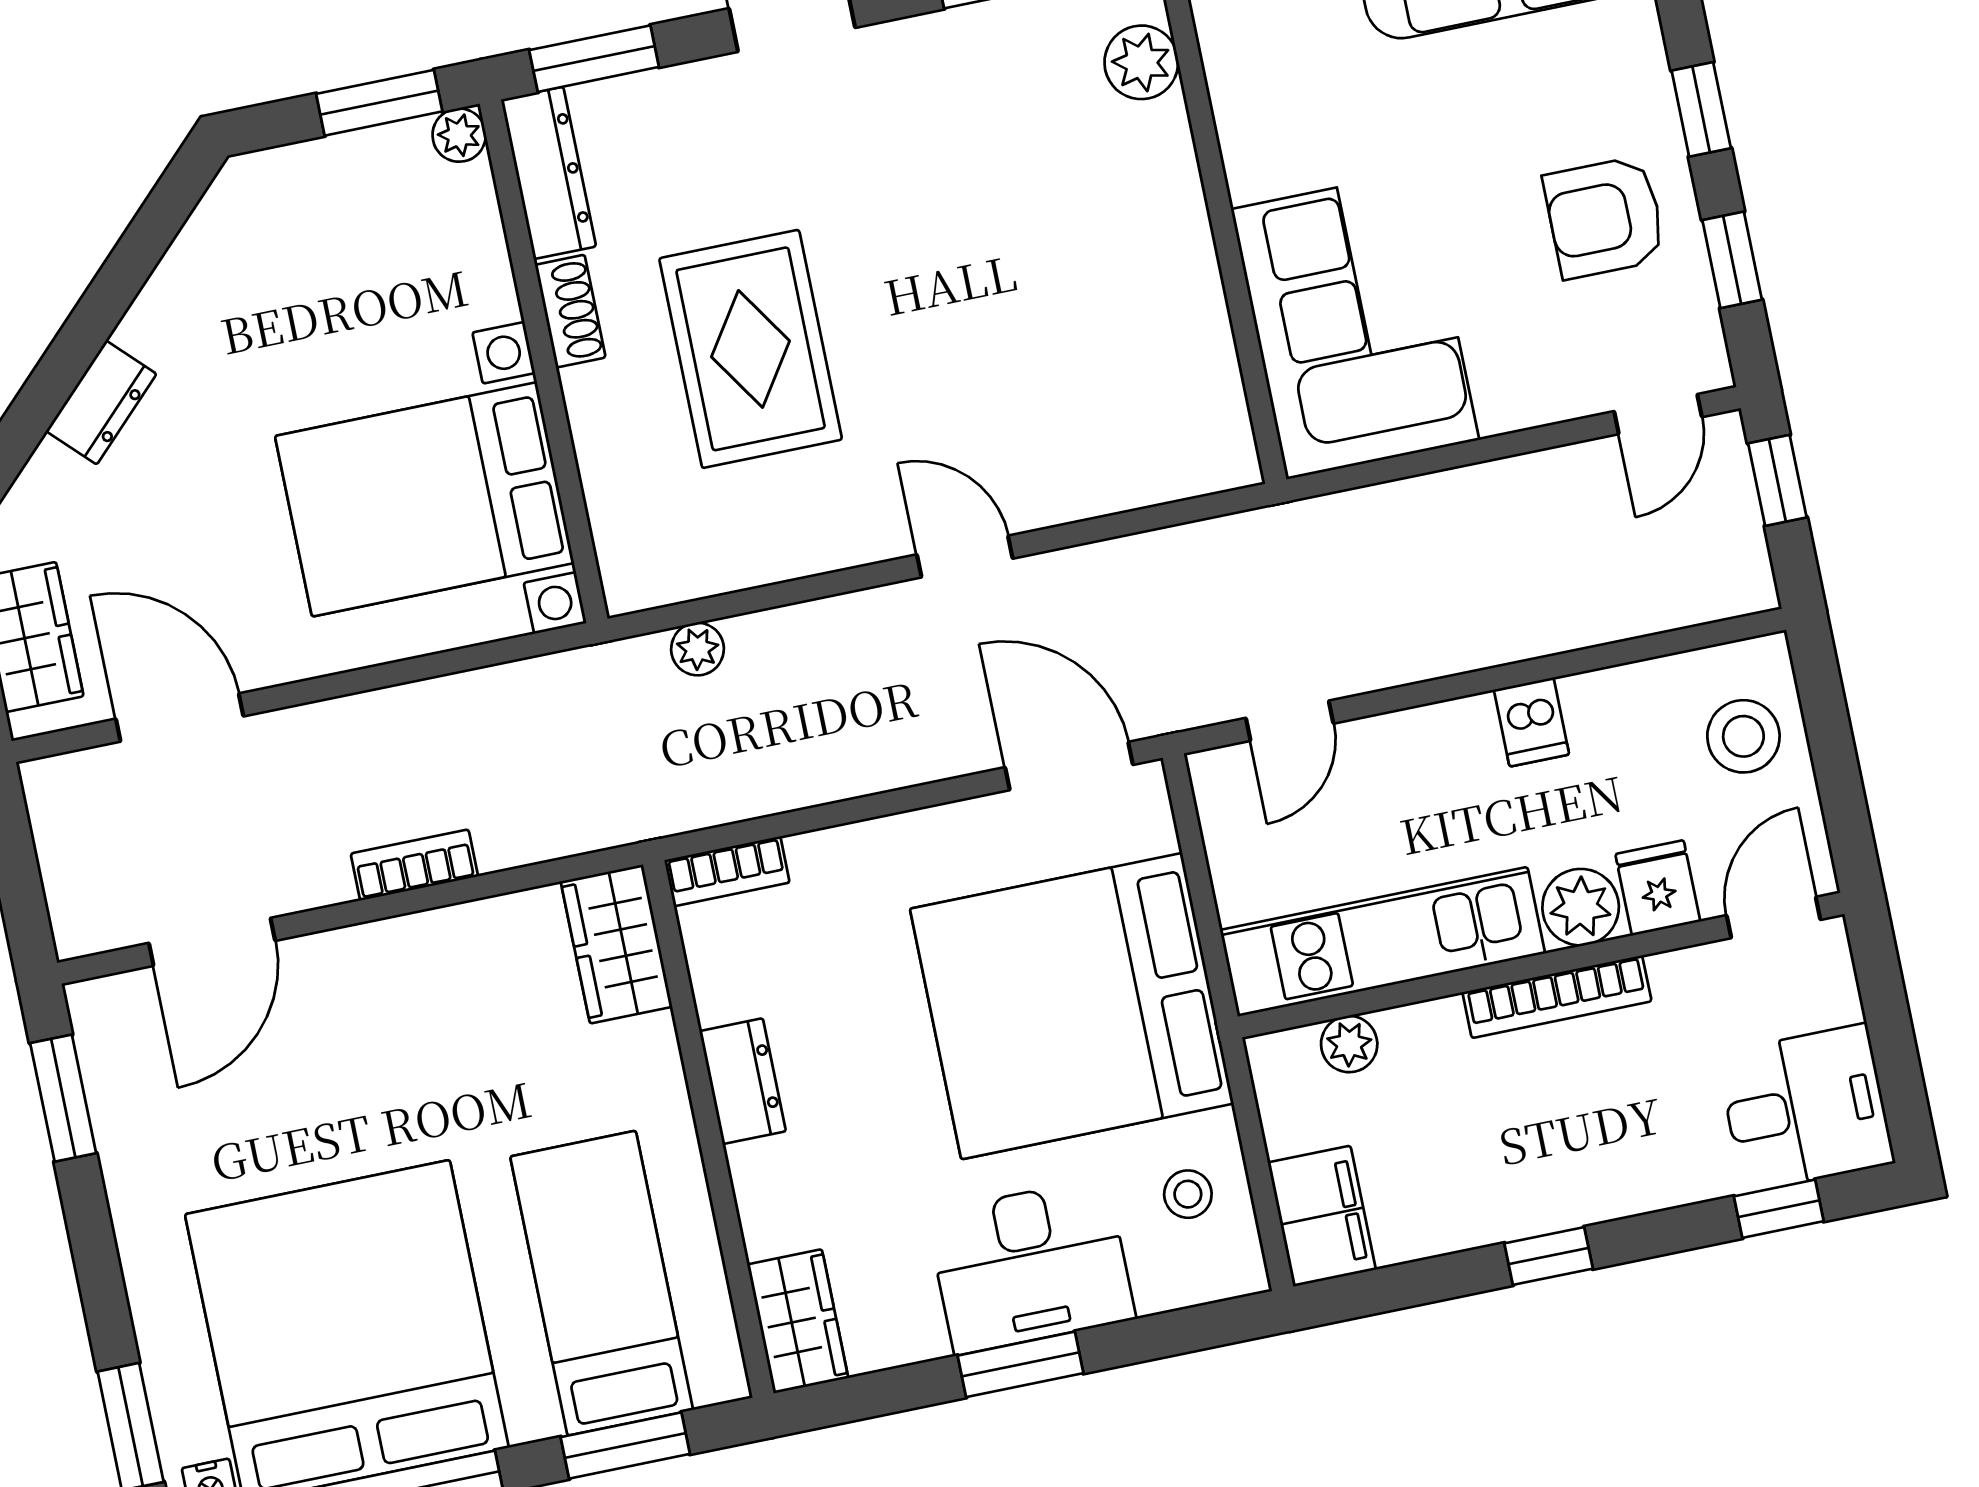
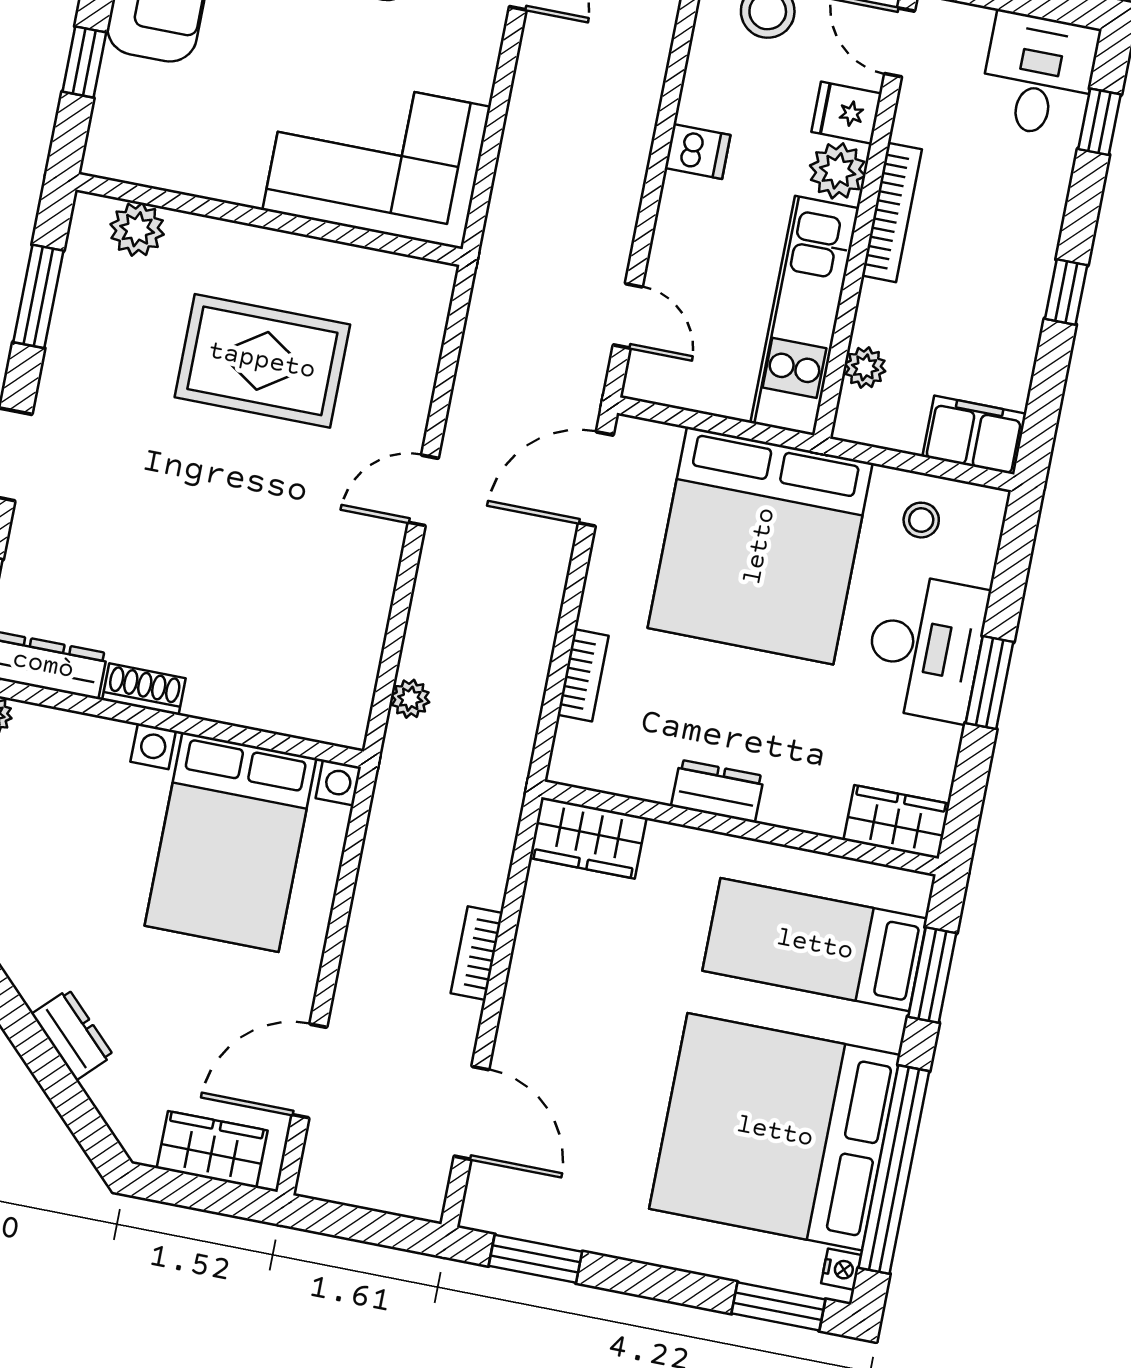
rug: (751, 349) -> (262, 361), moved
bookcase: (727, 871) -> (583, 675), moved

